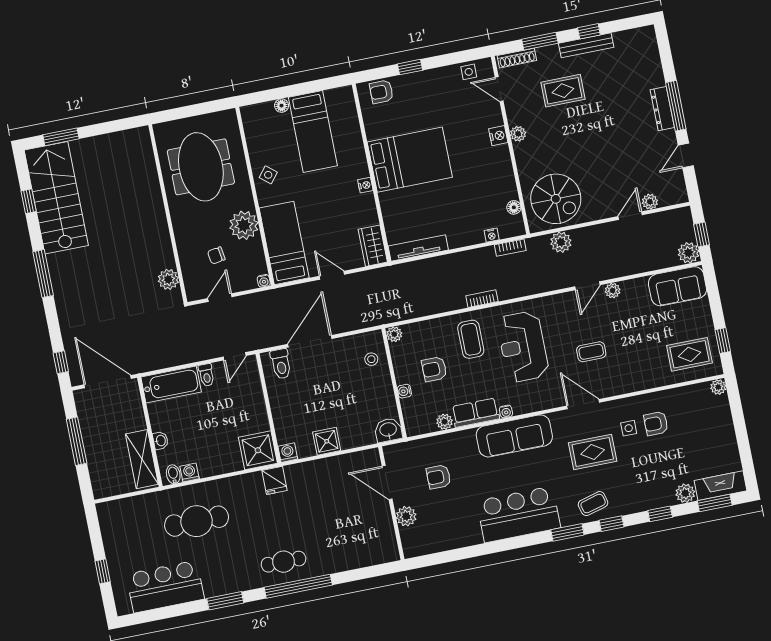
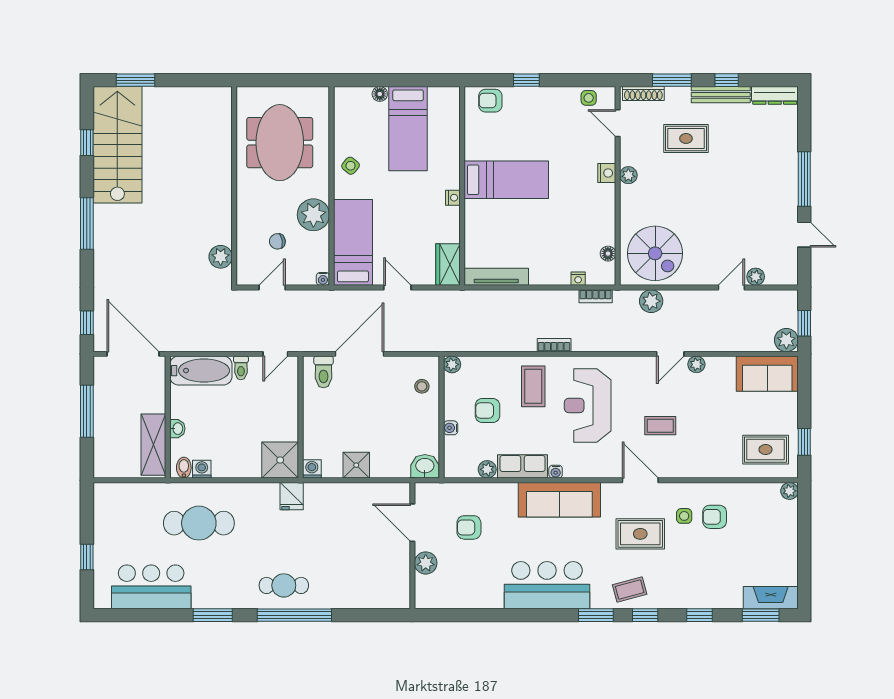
dresser: (662, 109) -> (775, 95), moved, turned -90
door: (686, 155) -> (804, 235), swing flipped
bed: (410, 160) -> (506, 180), width x0.67
plant: (685, 493) -> (731, 598), removed

